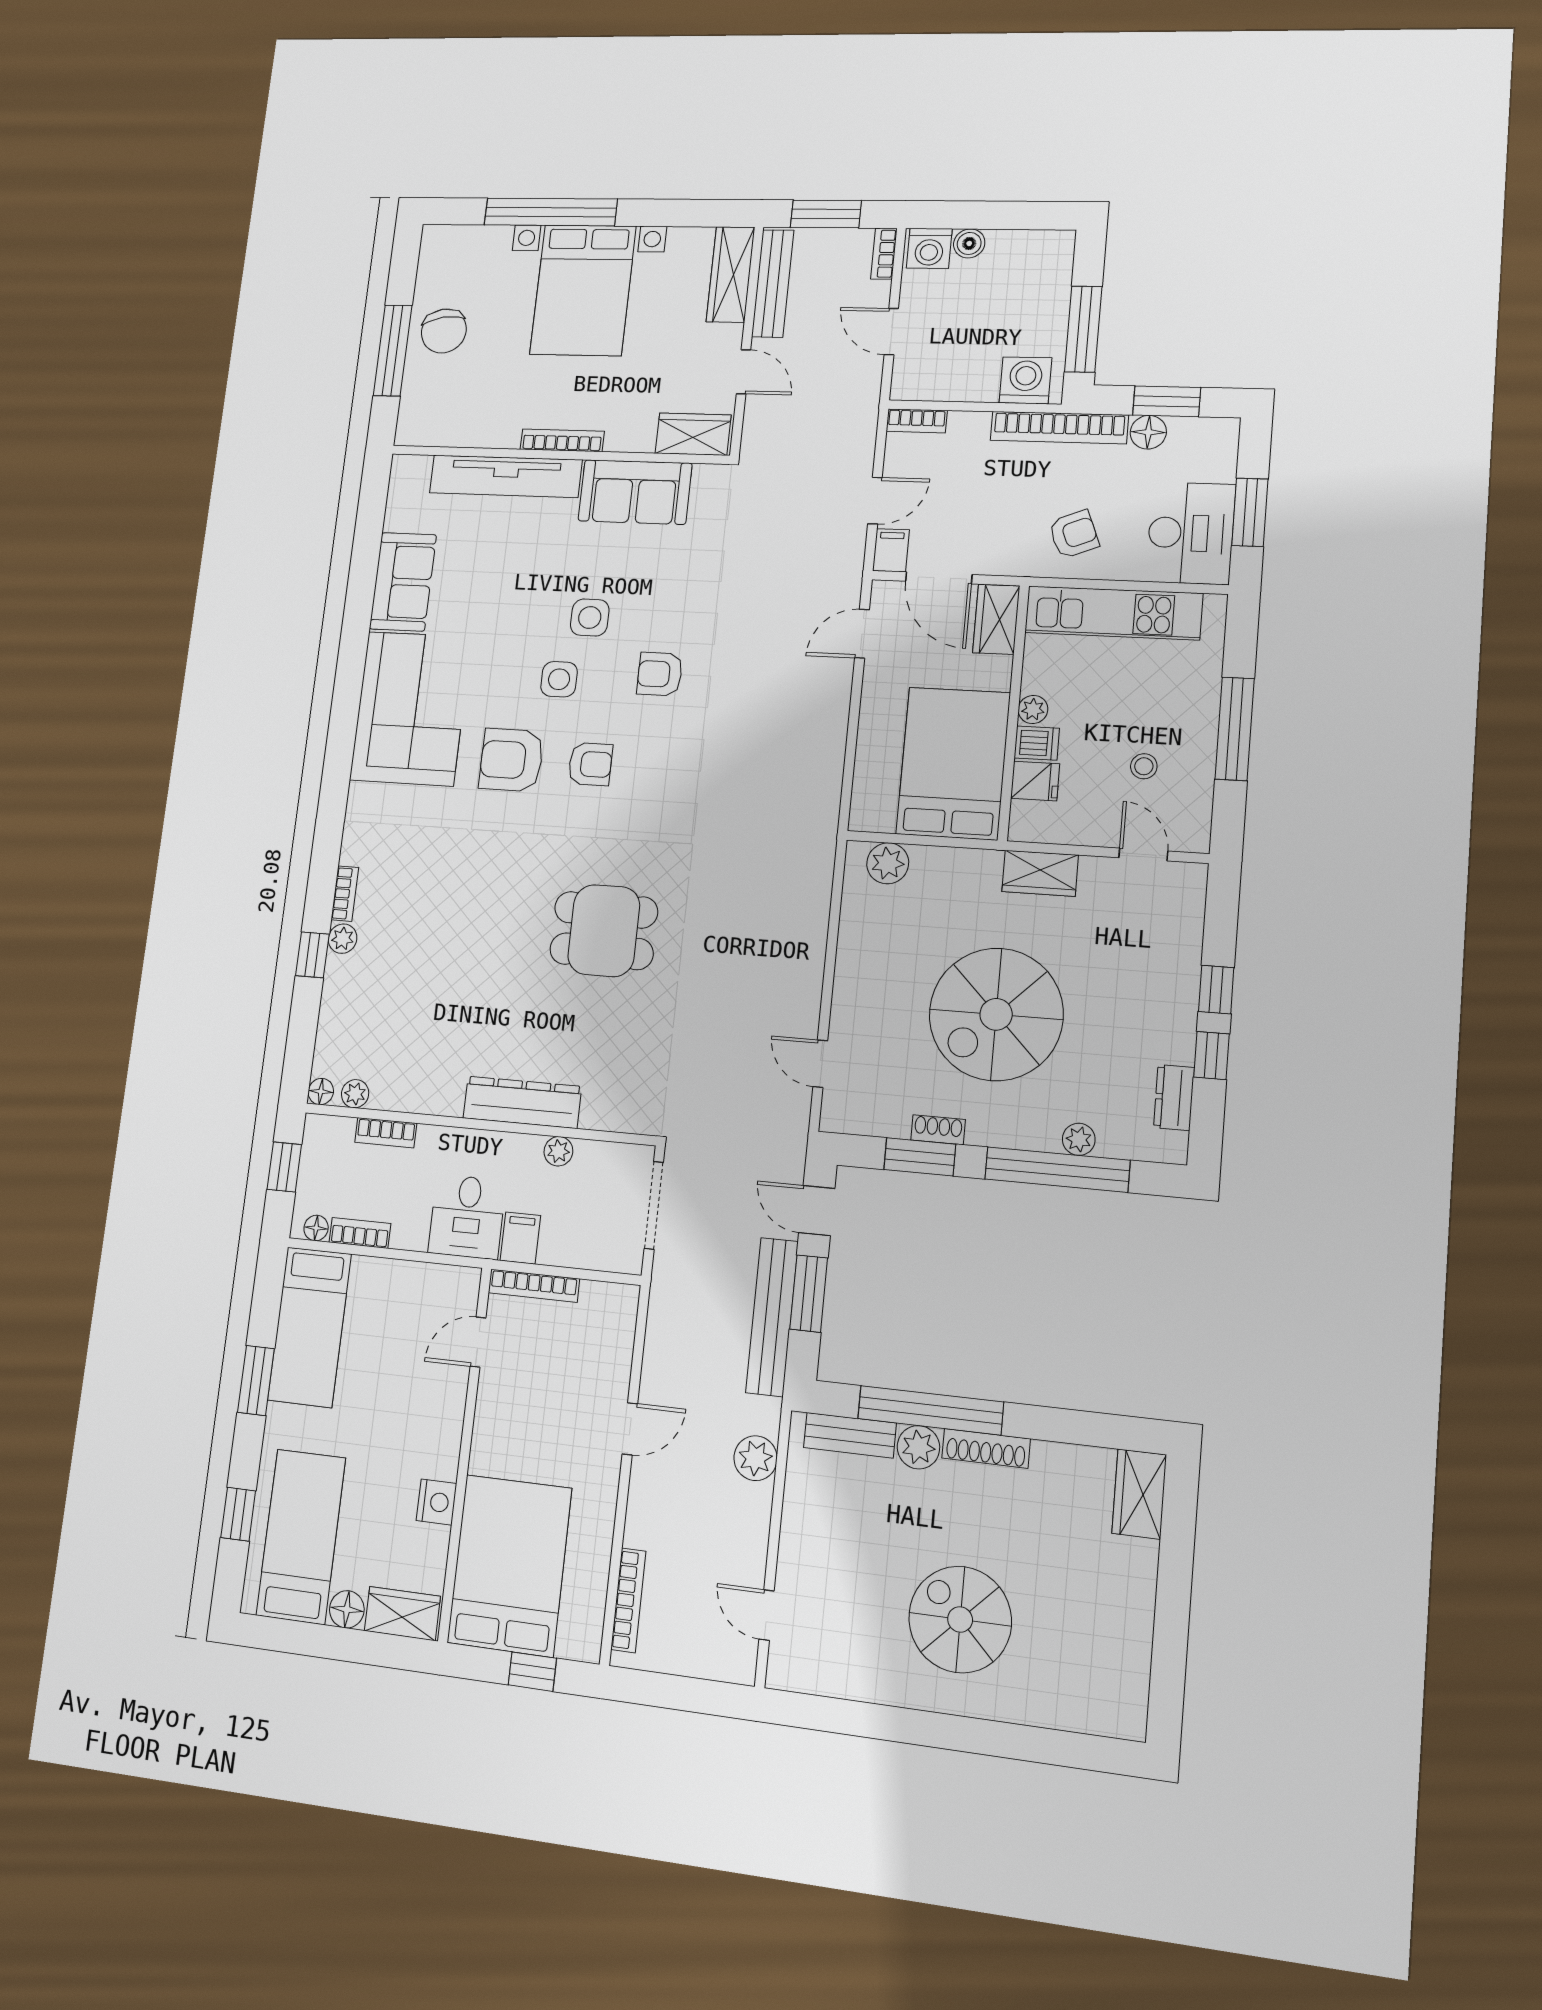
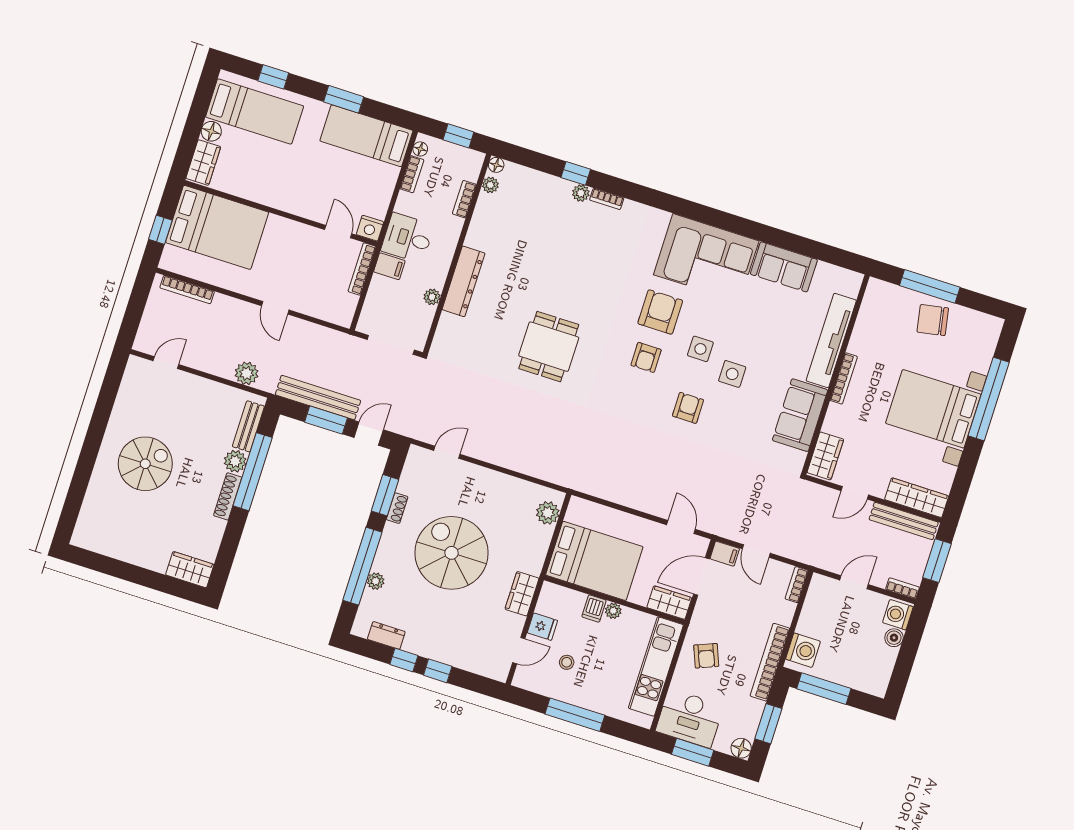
floor lamp: (1148, 432) -> (741, 748), moved
fridge: (1035, 781) -> (542, 627), moved, turned -90
nightstand: (437, 1502) -> (370, 228), moved

